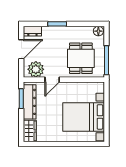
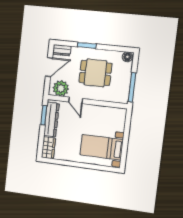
dining table: (81, 58) -> (95, 73), moved, turned 90
door: (52, 80) -> (76, 100), hinge flipped
bed with nightstands: (84, 117) -> (102, 147), width x0.73

